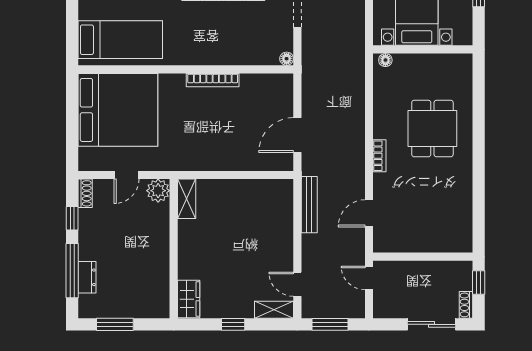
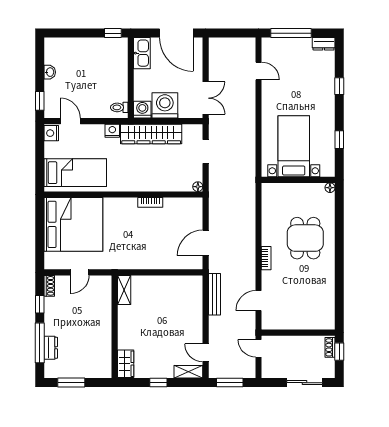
floor lamp: (385, 60) -> (330, 188), moved
bookcase: (213, 80) -> (150, 202), width x0.64
plant: (158, 191) -> (103, 284), removed
shoe rack: (466, 305) -> (330, 347), moved

